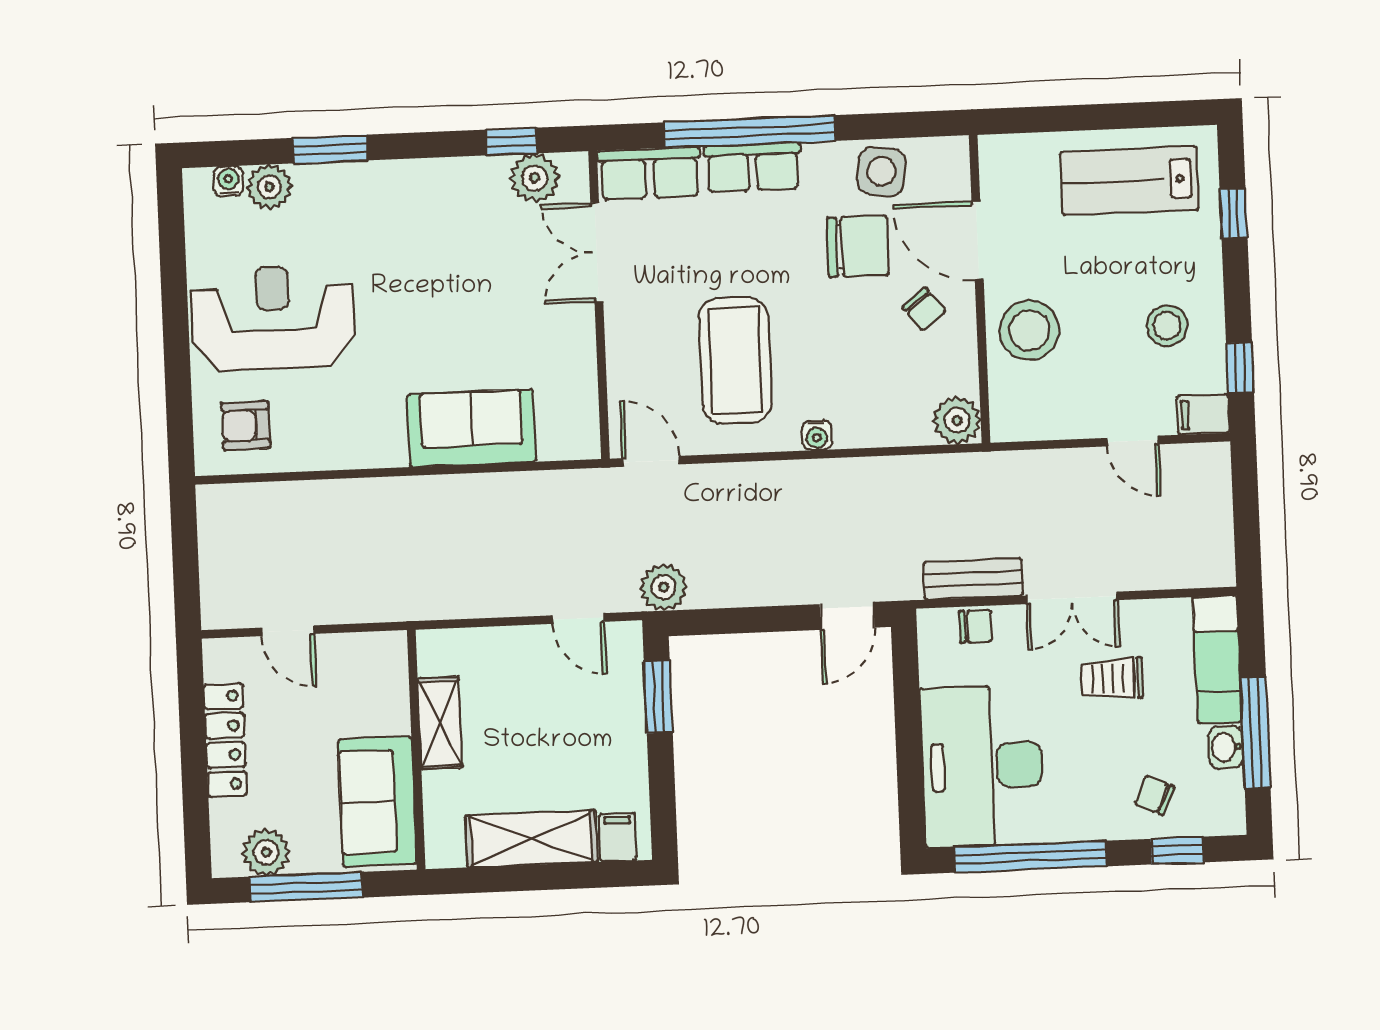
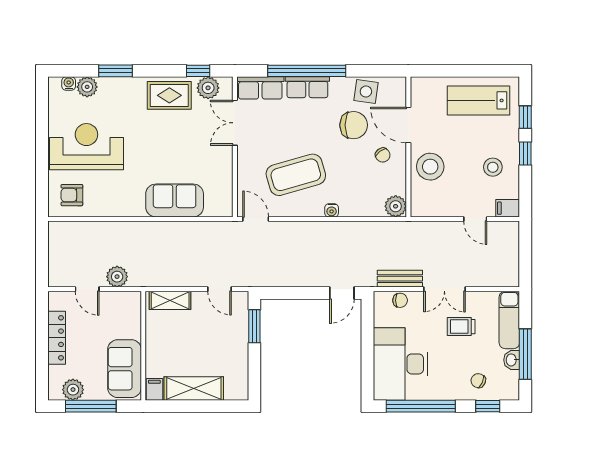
rug: (450, 198) -> (169, 95), added
coffee table: (735, 361) -> (296, 175), turned 74
window: (1240, 368) -> (525, 154), moved
plant: (664, 587) -> (117, 277), moved
shelving: (440, 723) -> (170, 300), moved, turned 90
filing cabinet: (618, 837) -> (154, 389), moved

